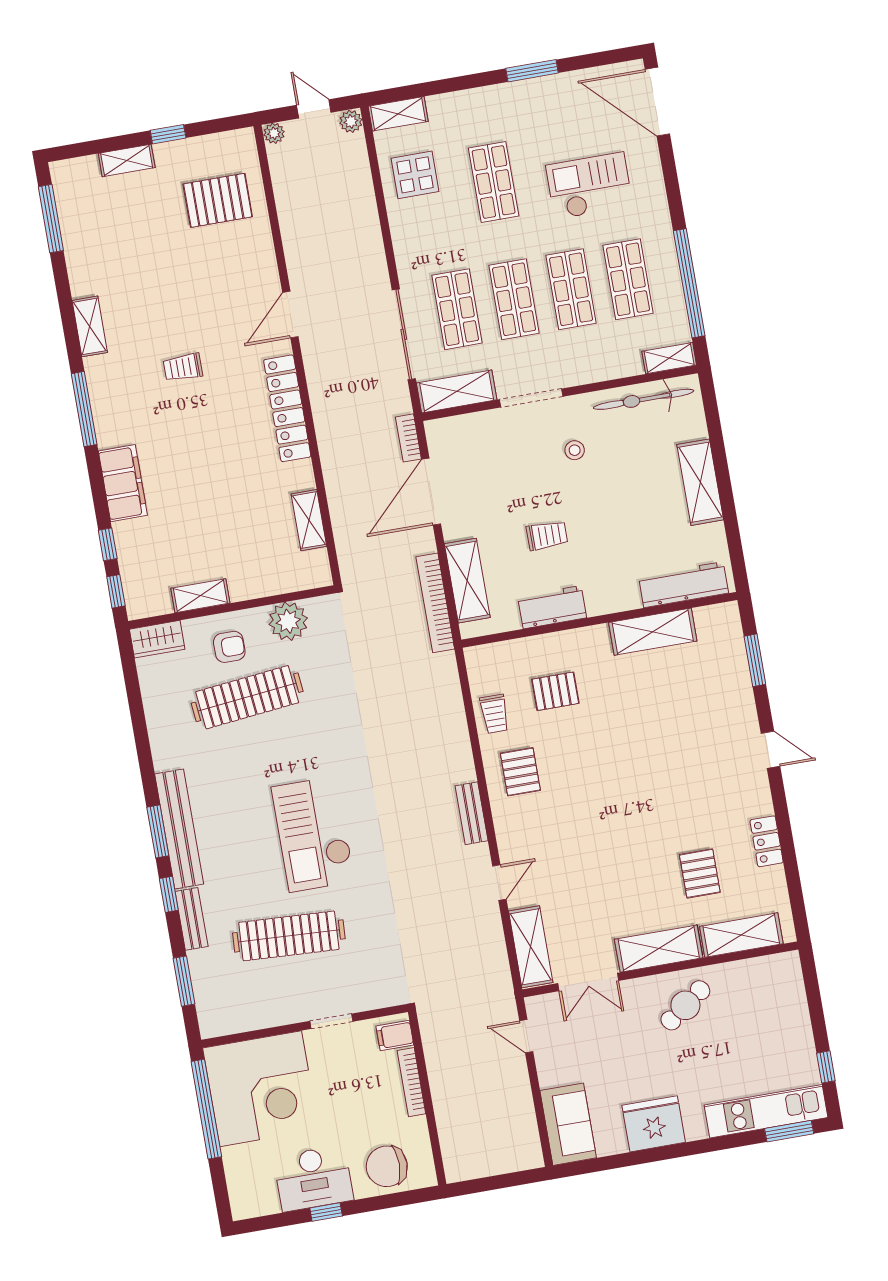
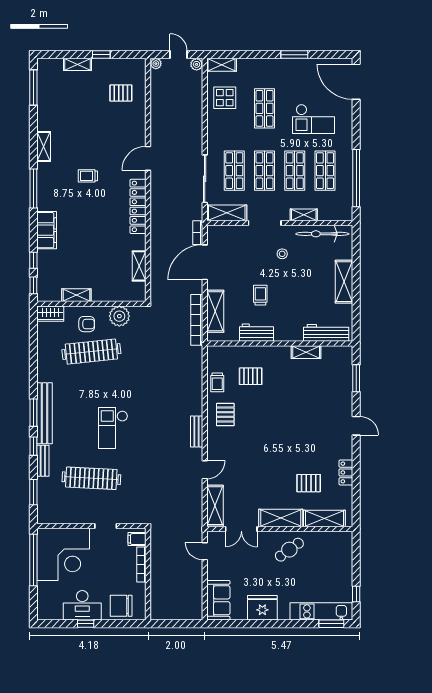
checkout: (589, 186) -> (314, 119), turned 180
pallet: (218, 200) -> (121, 93), width x0.67, depth x0.71
shelving: (669, 358) -> (304, 215), moved
trolley: (547, 535) -> (260, 295), turned -90
shelving: (653, 632) -> (306, 352), width x0.67, depth x0.75
checkout: (313, 834) -> (113, 428), width x0.73, depth x0.83
pallet: (700, 873) -> (309, 483), turned 90

